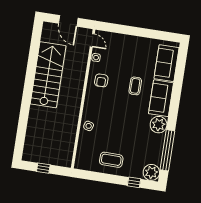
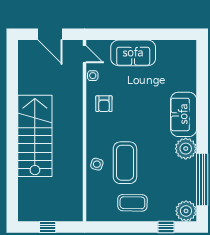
sofa: (166, 63) -> (133, 53), moved, turned -90
stairs: (48, 75) -> (35, 136), moved
coffee table: (135, 86) -> (125, 163), moved, width x1.86, depth x1.72

